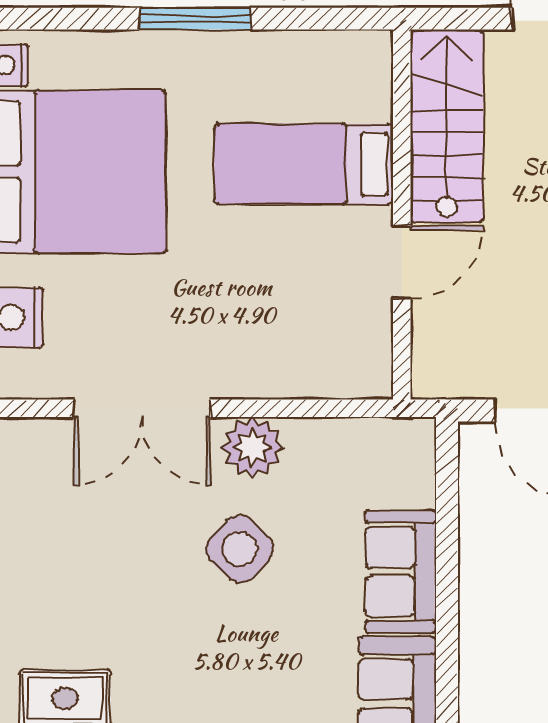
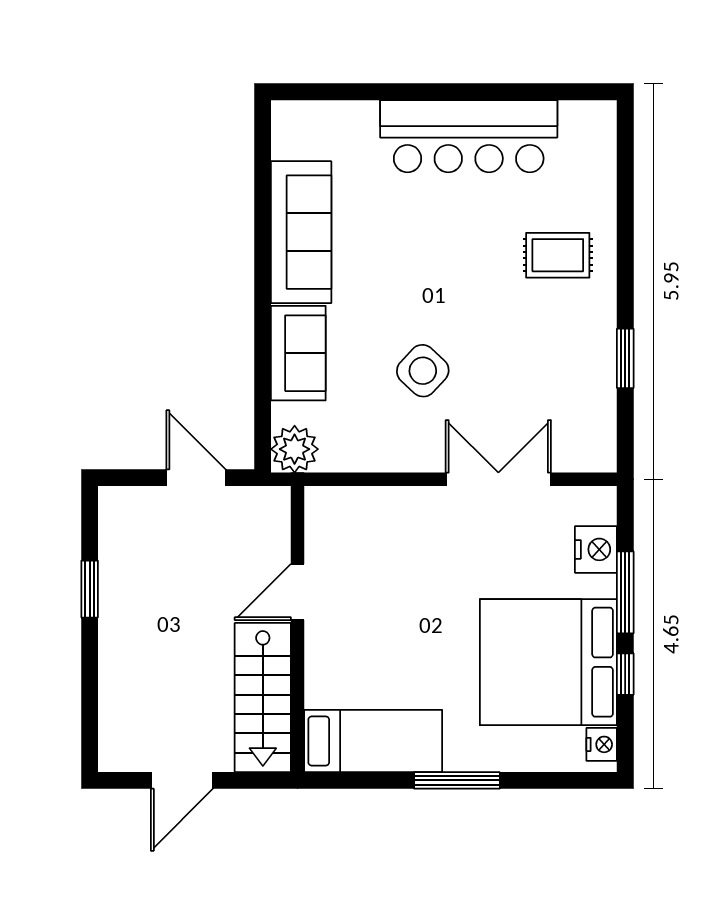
bed: (304, 164) -> (373, 741), moved
plant: (253, 447) -> (295, 449), moved

